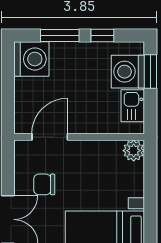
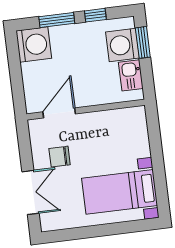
plant: (134, 151) -> (137, 116), removed

